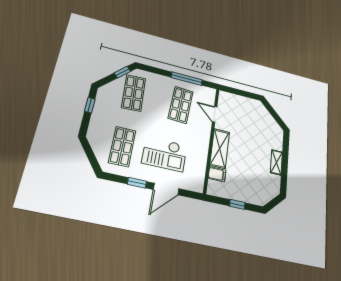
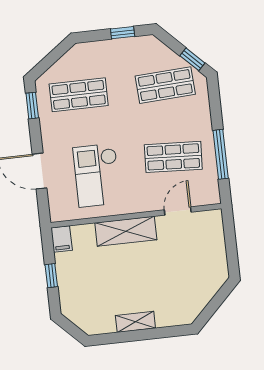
checkout: (165, 154) -> (97, 175), moved
filing cabinet: (217, 174) -> (62, 239), moved
window: (137, 183) -> (32, 106), moved

